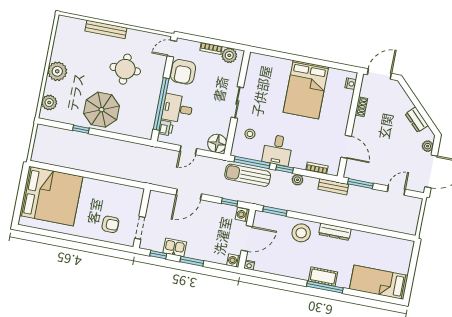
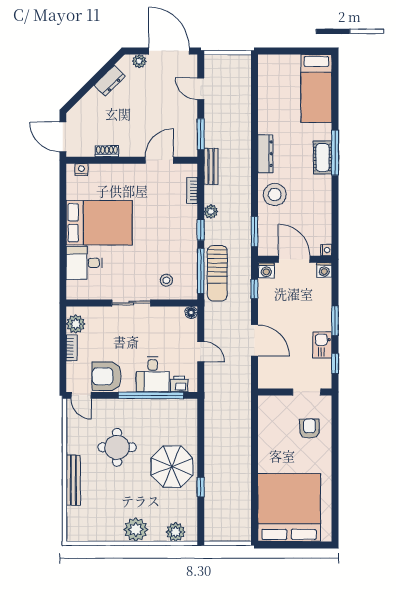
armchair: (183, 72) -> (107, 376), turned 180
floor lamp: (217, 143) -> (191, 312), width x0.53, depth x0.53
desk: (277, 150) -> (84, 263), moved, turned 180

